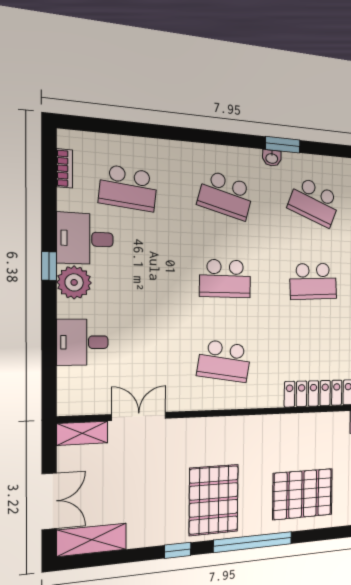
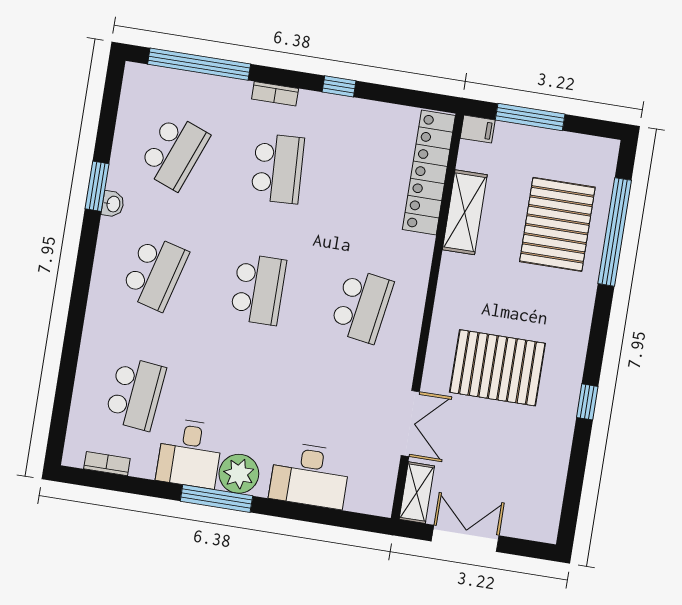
window: (49, 266) -> (216, 499), width x2.17
desk: (83, 342) -> (310, 475), width x1.37
double door: (139, 416) -> (410, 424), swing flipped
pallet: (214, 500) -> (497, 368), moved
double door: (49, 501) -> (465, 538), moved
shelving: (92, 540) -> (465, 212), moved
window: (253, 542) -> (615, 232), moved

